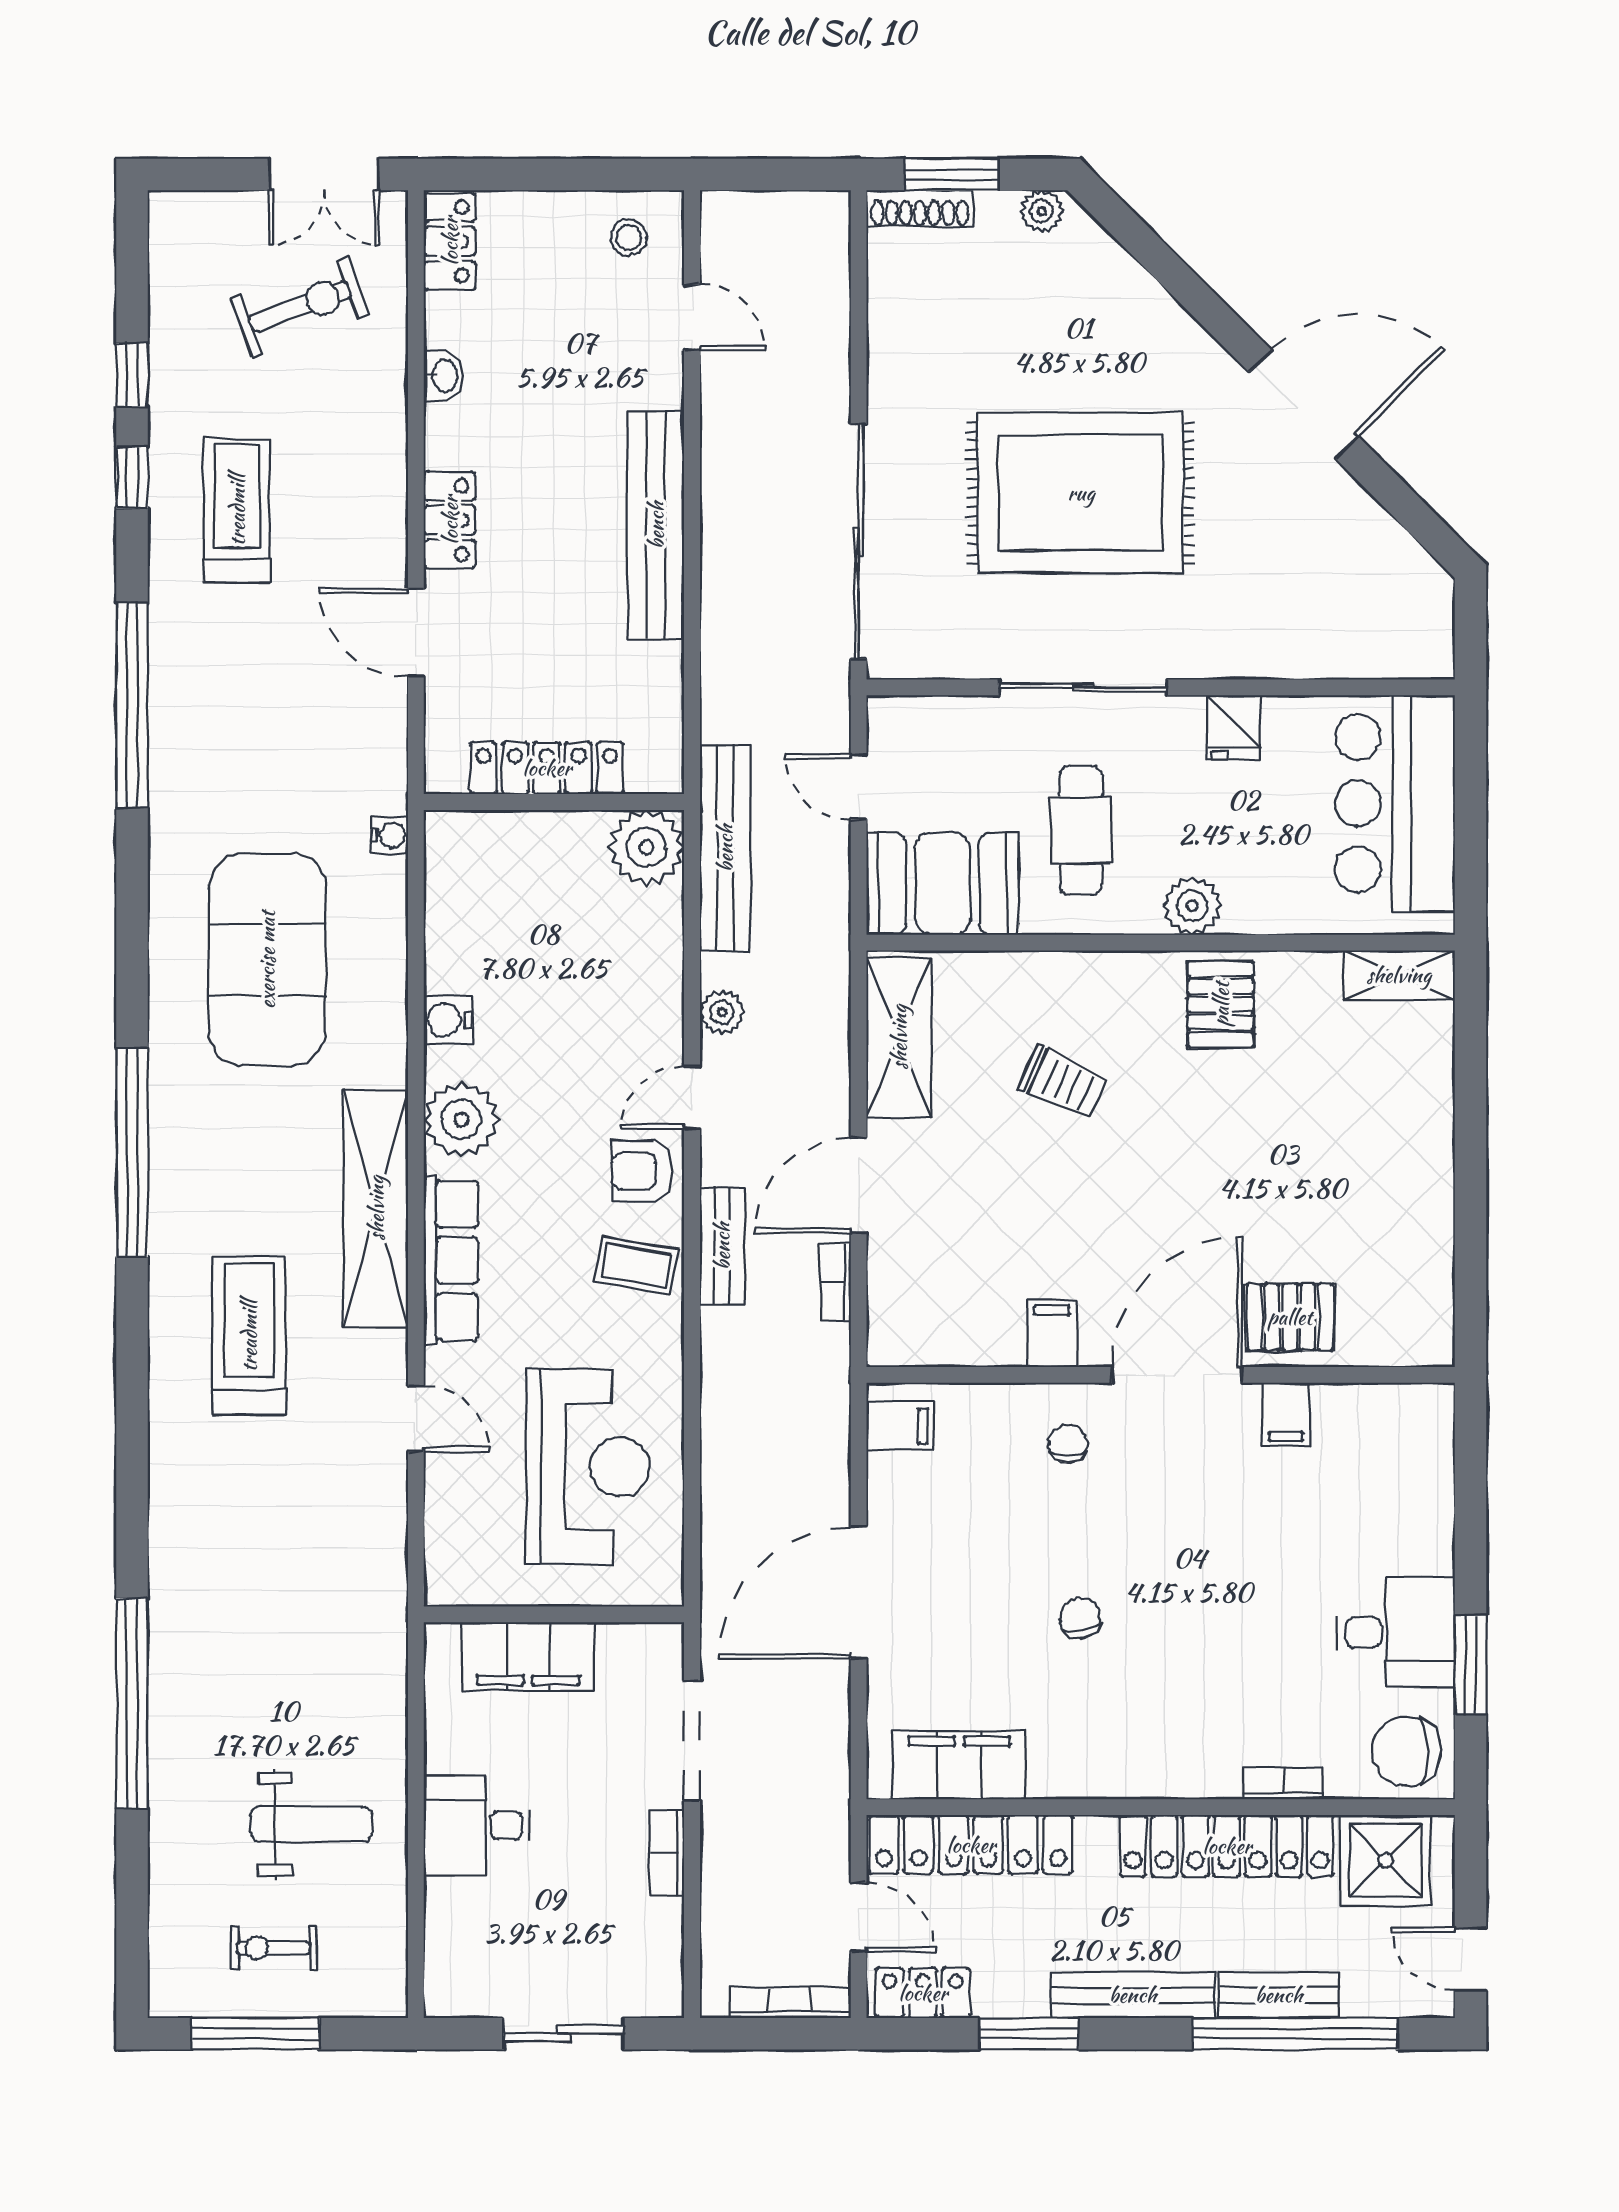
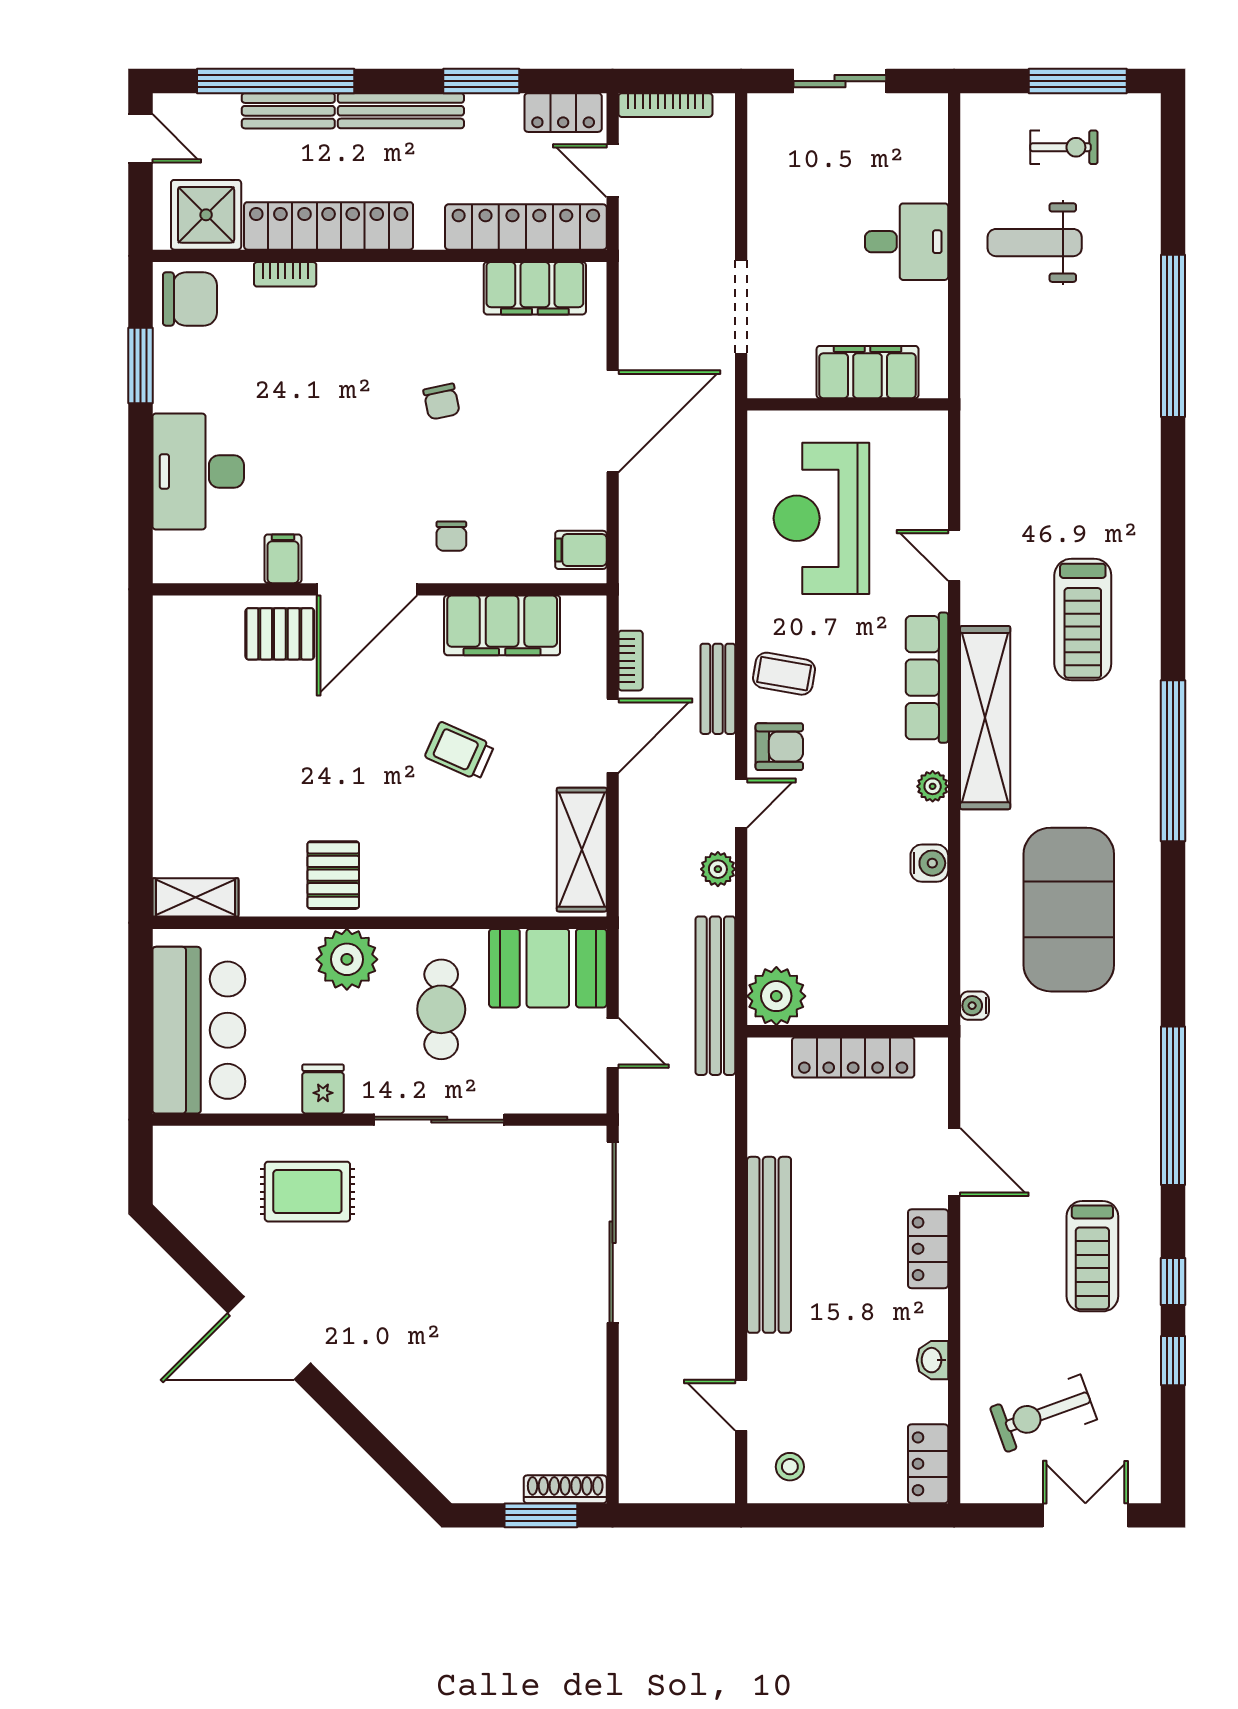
double door: (324, 174) -> (1085, 1515), moved
plant: (1041, 211) -> (471, 1487), removed
rug: (1081, 493) -> (307, 1192), moved, width x0.54, depth x0.49
plant: (1192, 906) -> (347, 959), width x1.36, depth x1.36
trolley: (1063, 1082) -> (460, 751), moved
plant: (461, 1119) -> (933, 786), width x0.53, depth x0.53
filing cabinet: (1052, 1334) -> (502, 625), width x3.00, depth x1.17
desk: (1396, 1632) -> (198, 472), moved, width x1.37
bookcase: (667, 1852) -> (760, 221), removed

